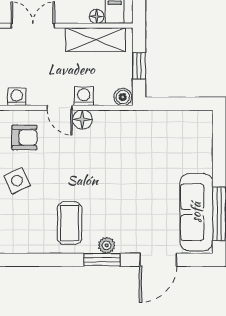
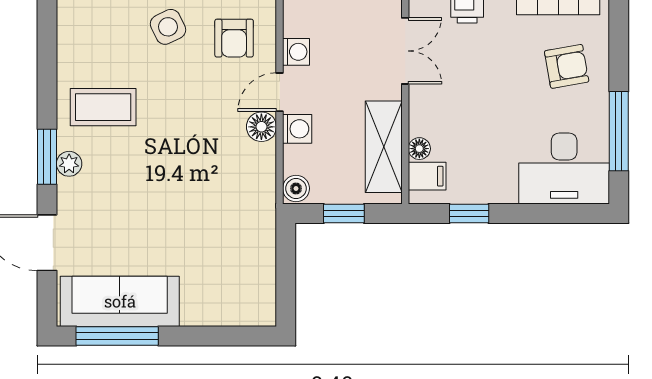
washing machine: (17, 97) -> (296, 52), moved

